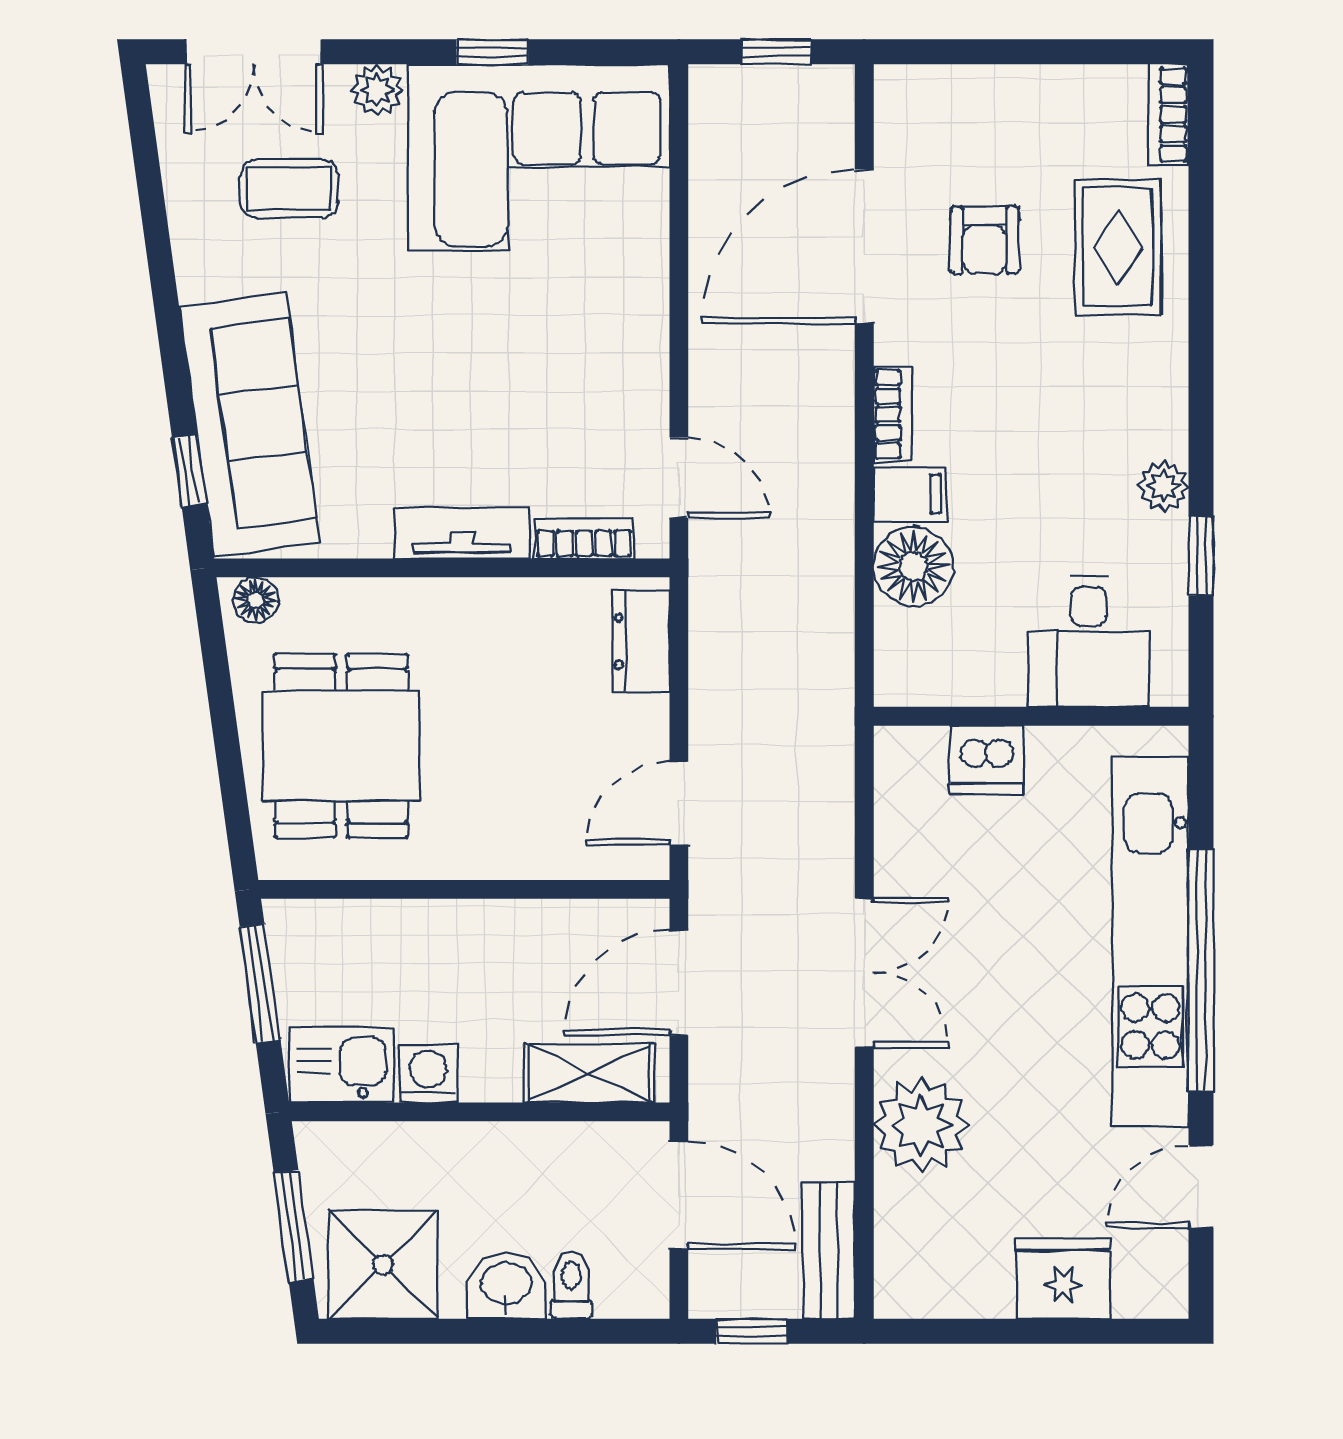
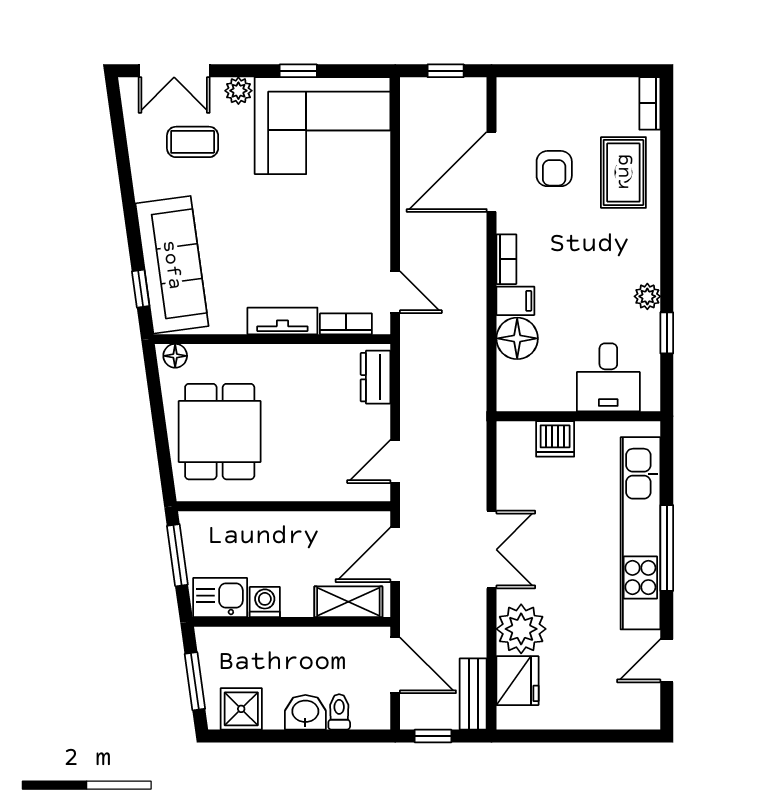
window: (1201, 970) -> (667, 548), width x0.68
shower: (383, 1265) -> (241, 709), width x0.73, depth x0.73
fridge: (1063, 1278) -> (517, 681), moved, turned 90

